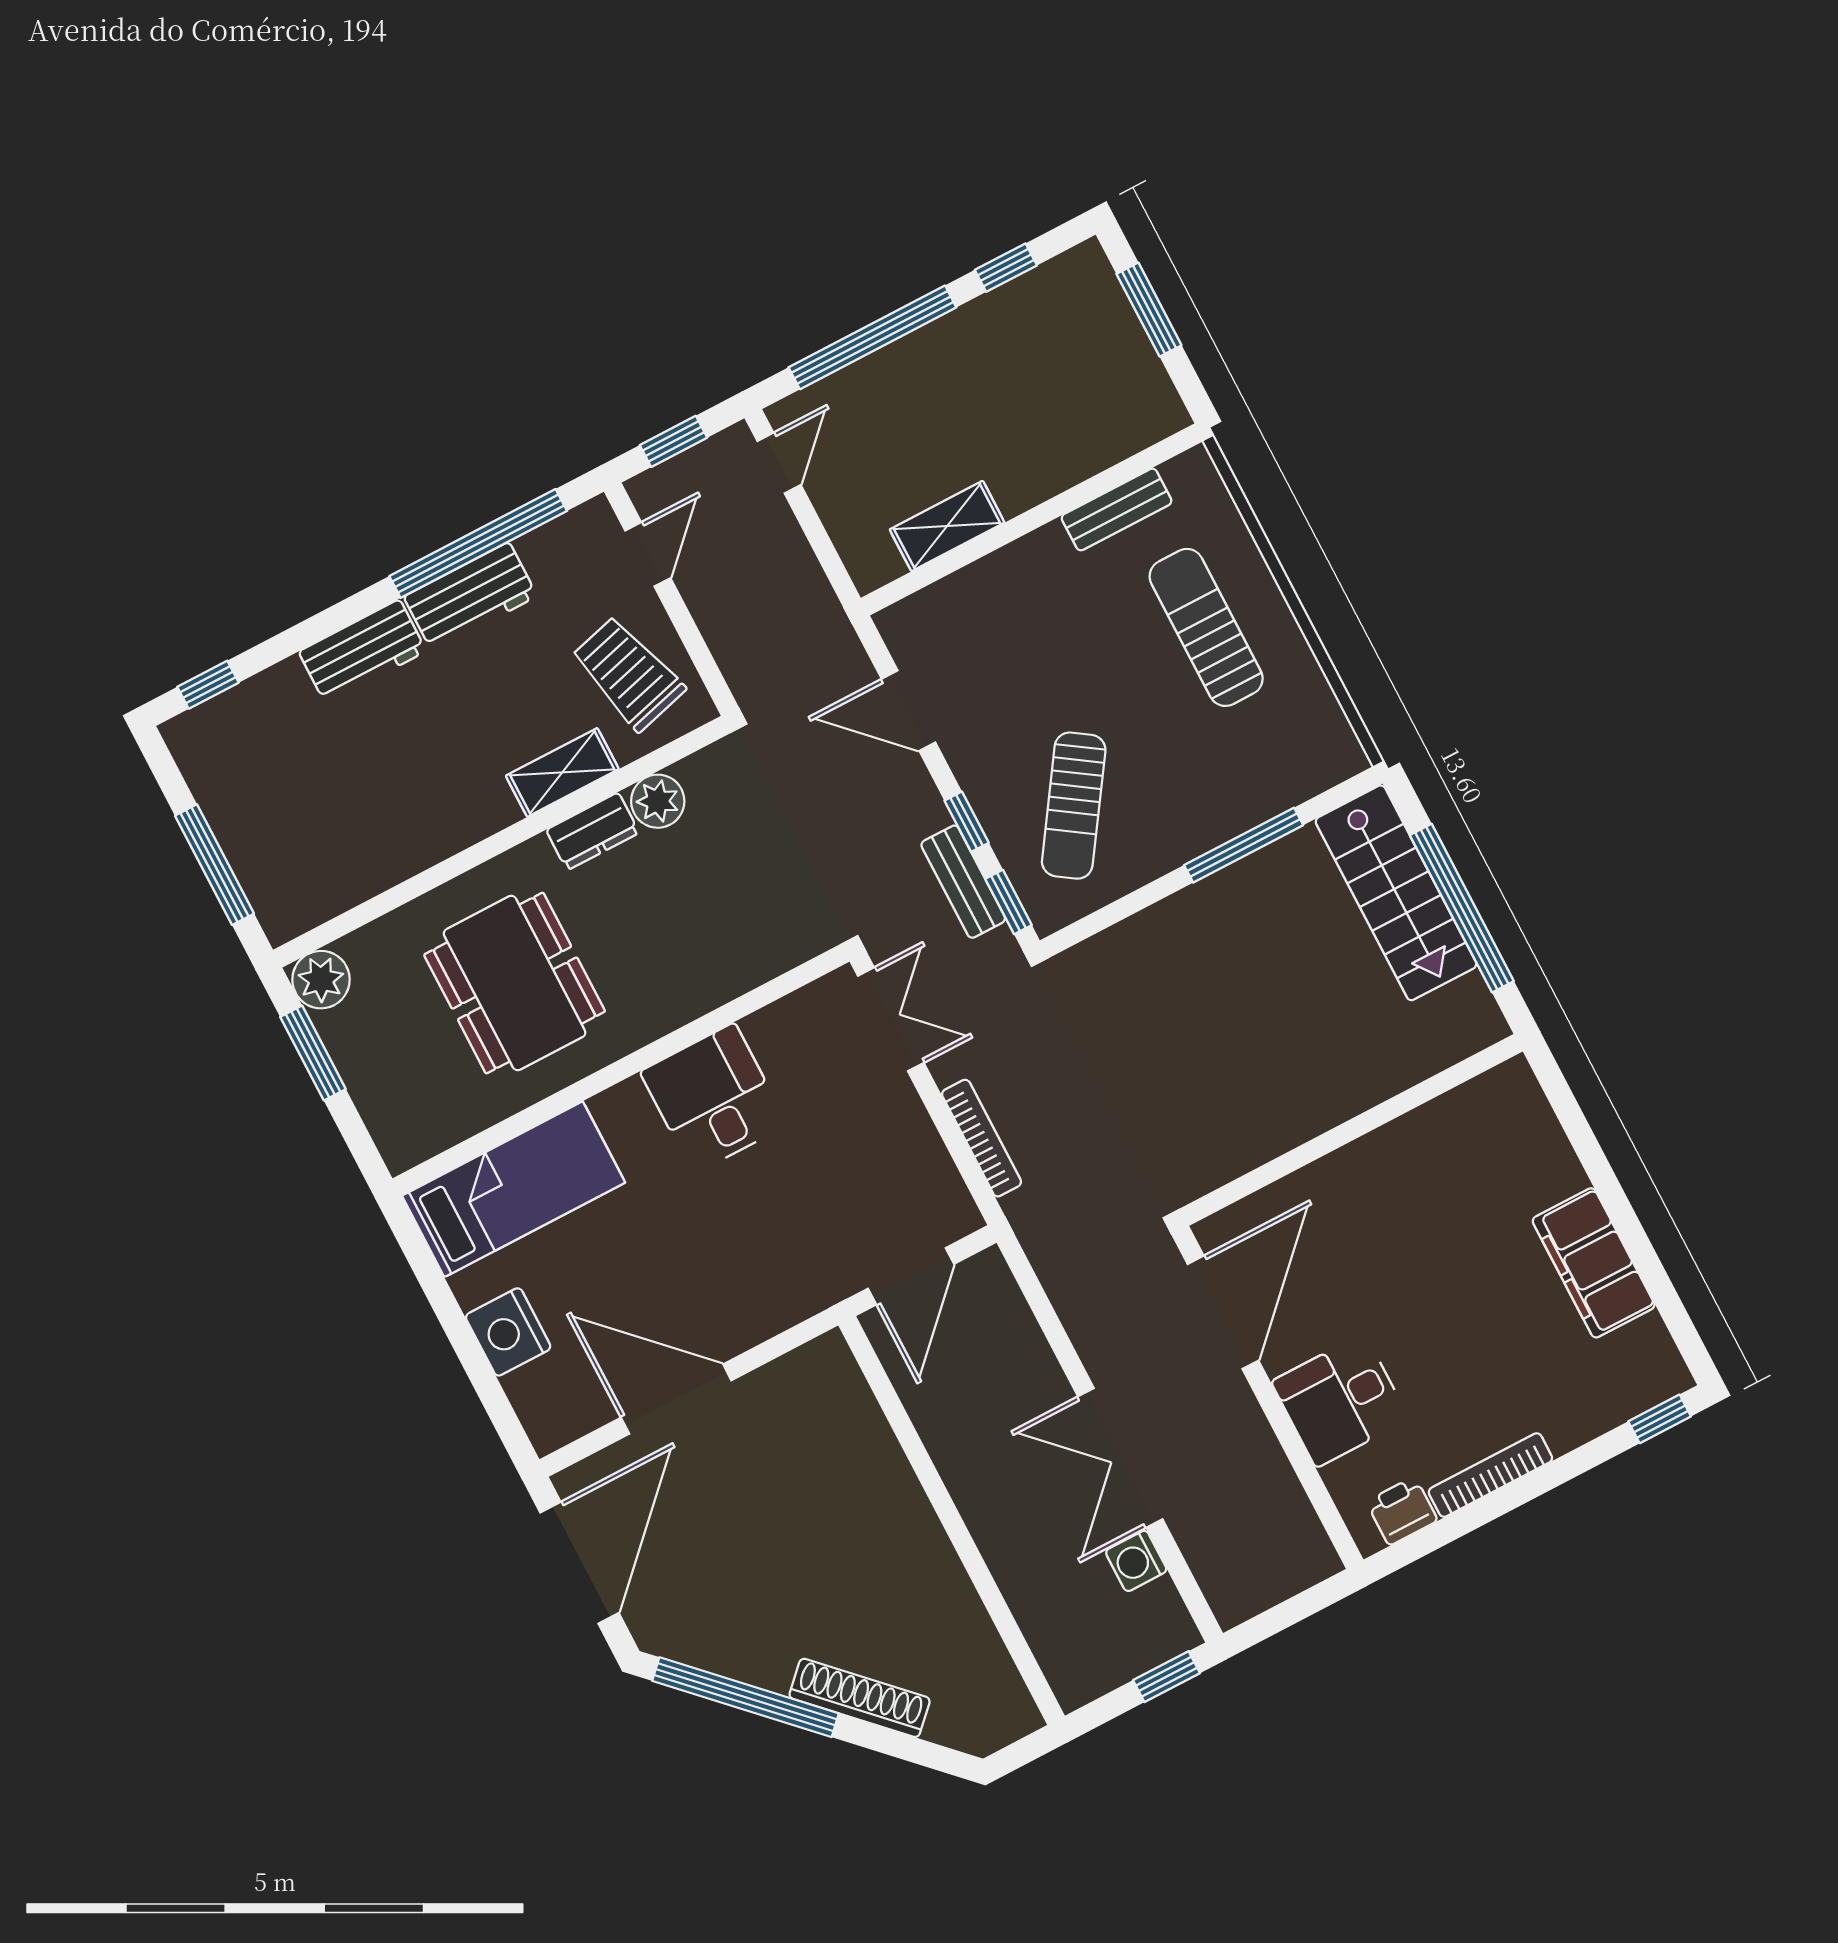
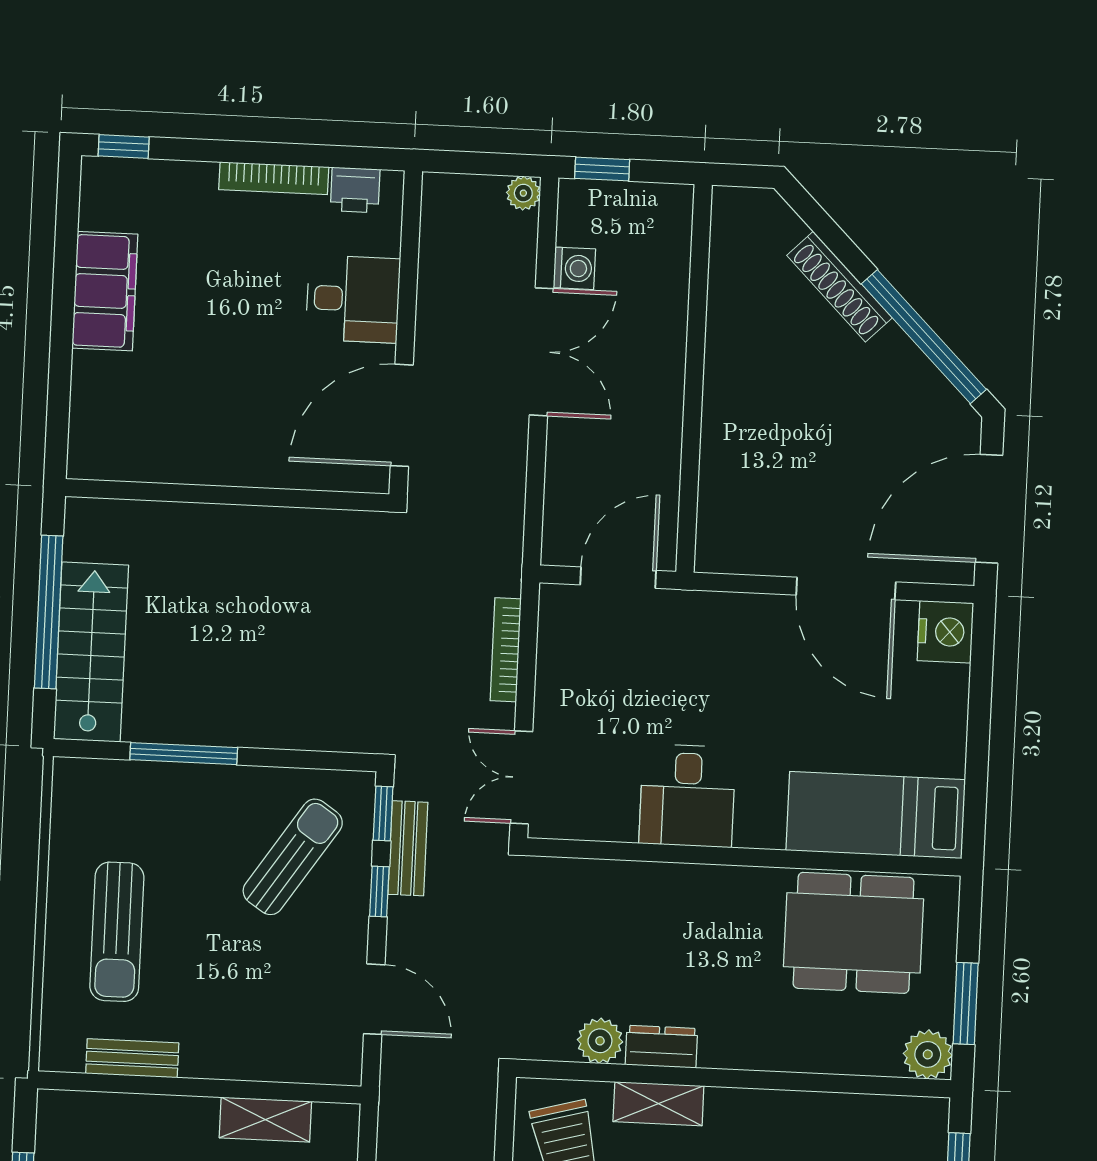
dining table: (515, 983) -> (854, 933), moved, turned 90
nightstand: (508, 1332) -> (945, 632), moved
plant: (1231, 1606) -> (523, 193), added

